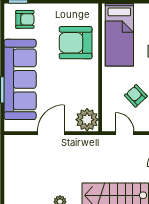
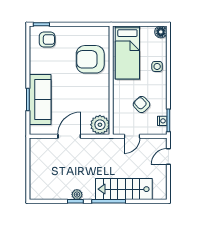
sofa: (20, 79) -> (40, 100), width x0.74, depth x0.79
door: (125, 133) -> (132, 136), swing flipped

